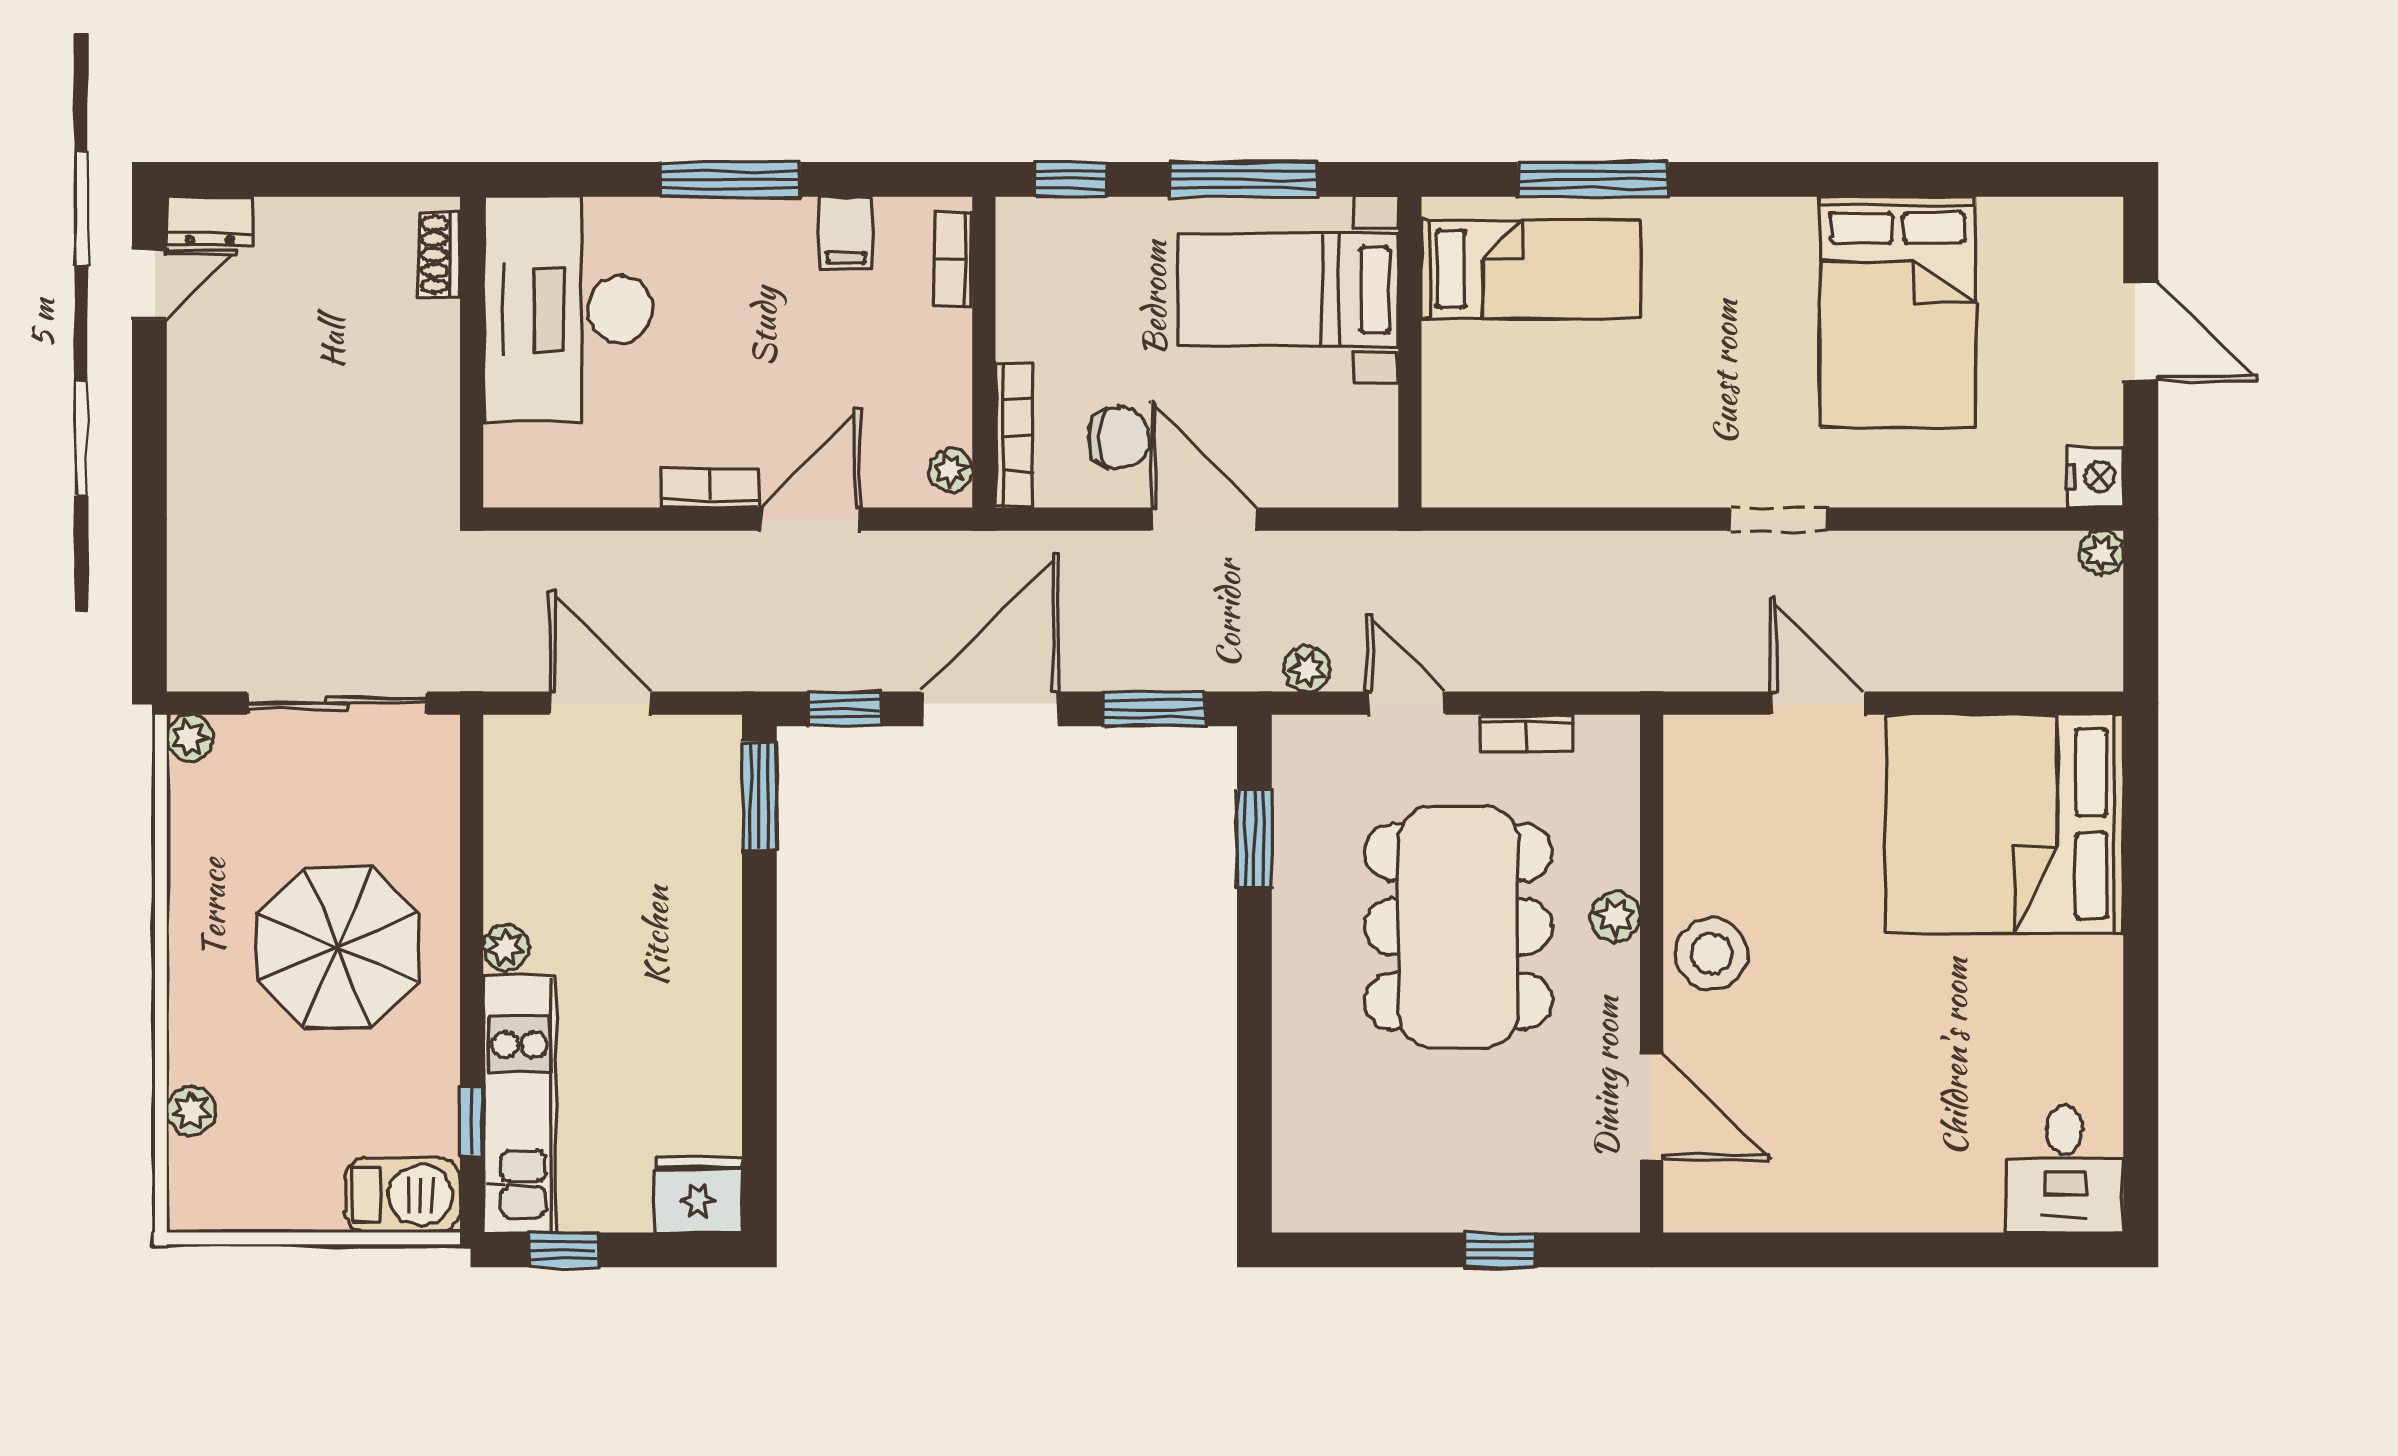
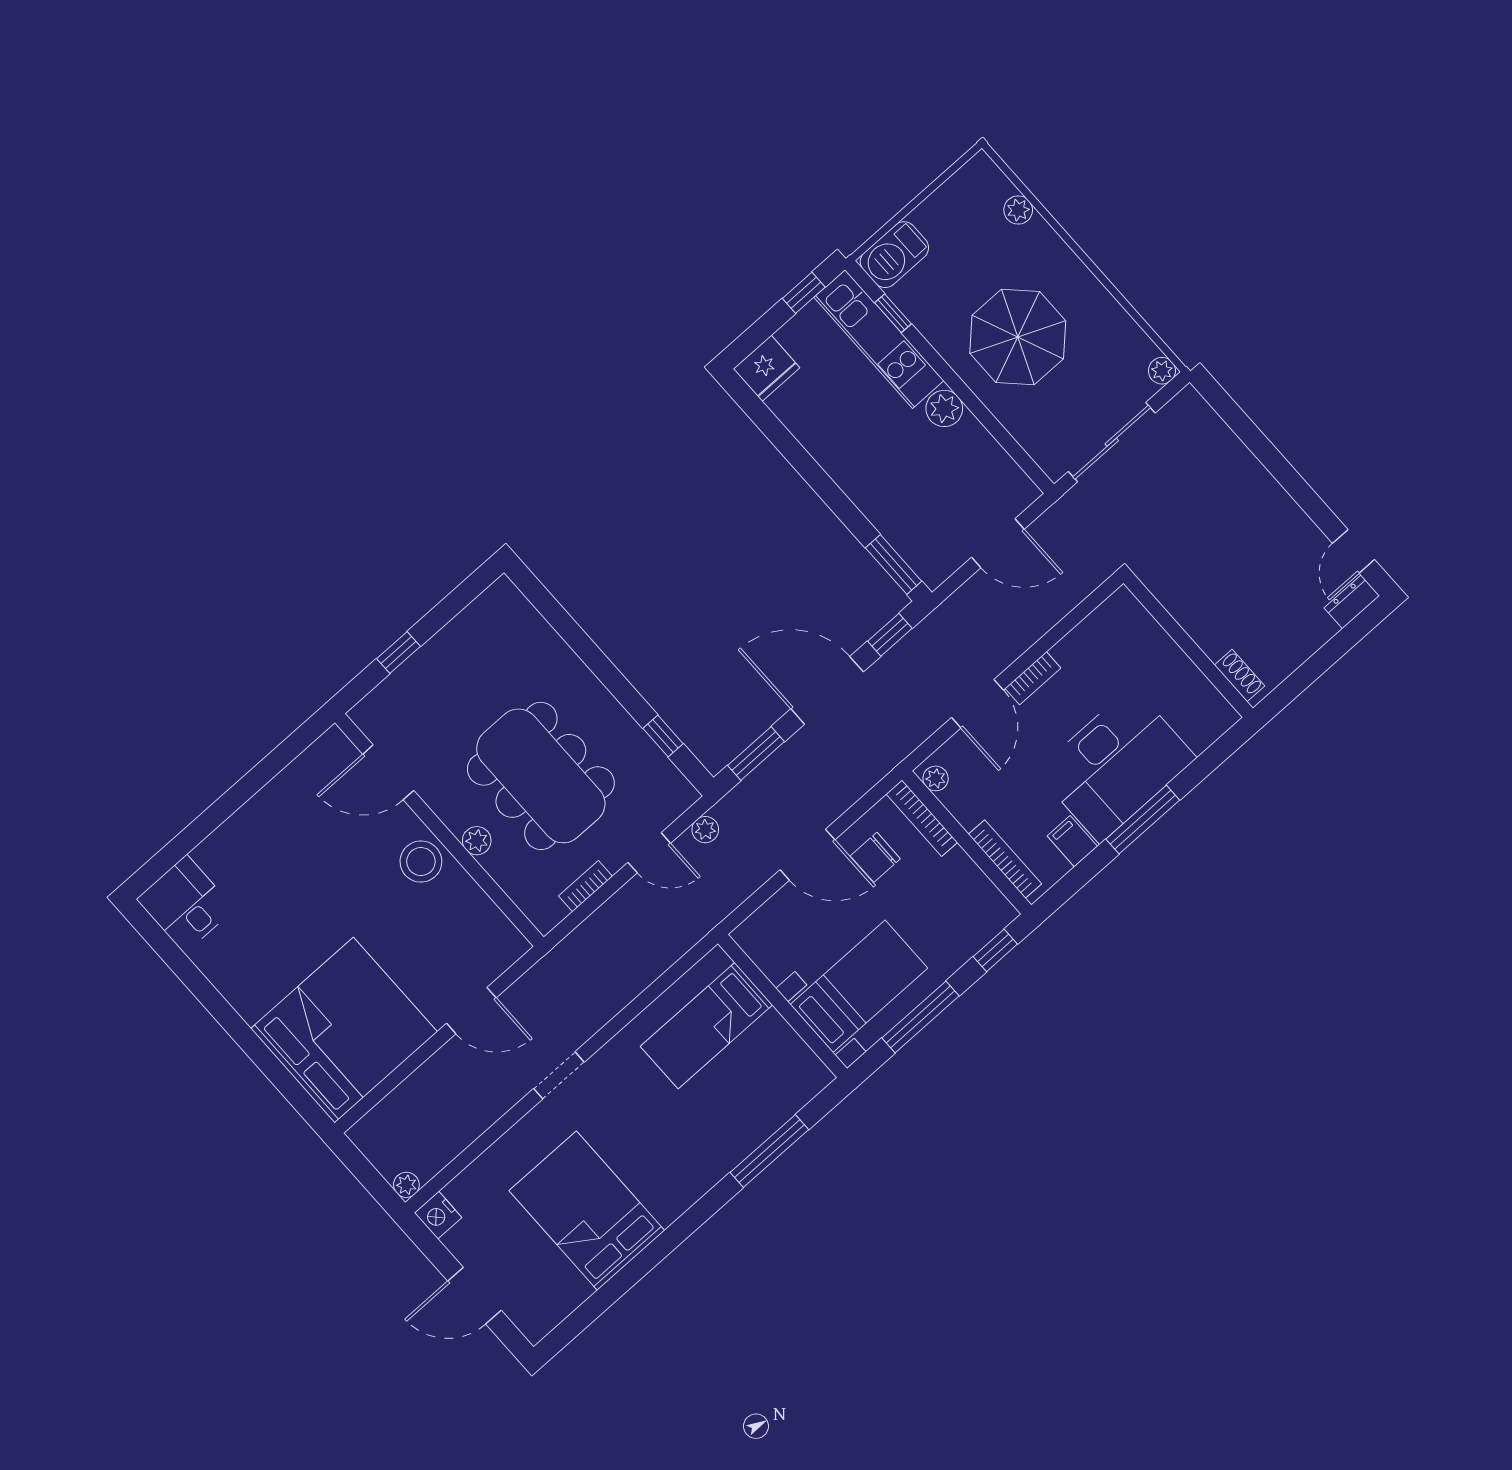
bookcase: (953, 260) -> (1005, 859), width x1.56
bed: (1531, 269) -> (706, 1026), moved
desk: (568, 310) -> (1116, 765), moved, turned 90
door: (990, 709) -> (827, 690), swing flipped
window: (1254, 838) -> (663, 736), width x0.67
plant: (506, 948) -> (944, 408), width x1.38, depth x1.38

